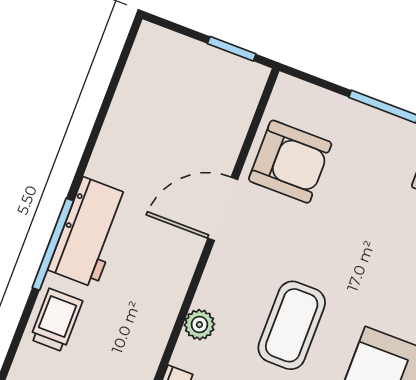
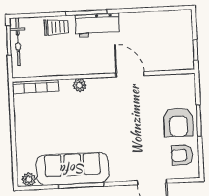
armchair: (290, 162) -> (178, 122), moved
coffee table: (292, 325) -> (95, 122), removed

